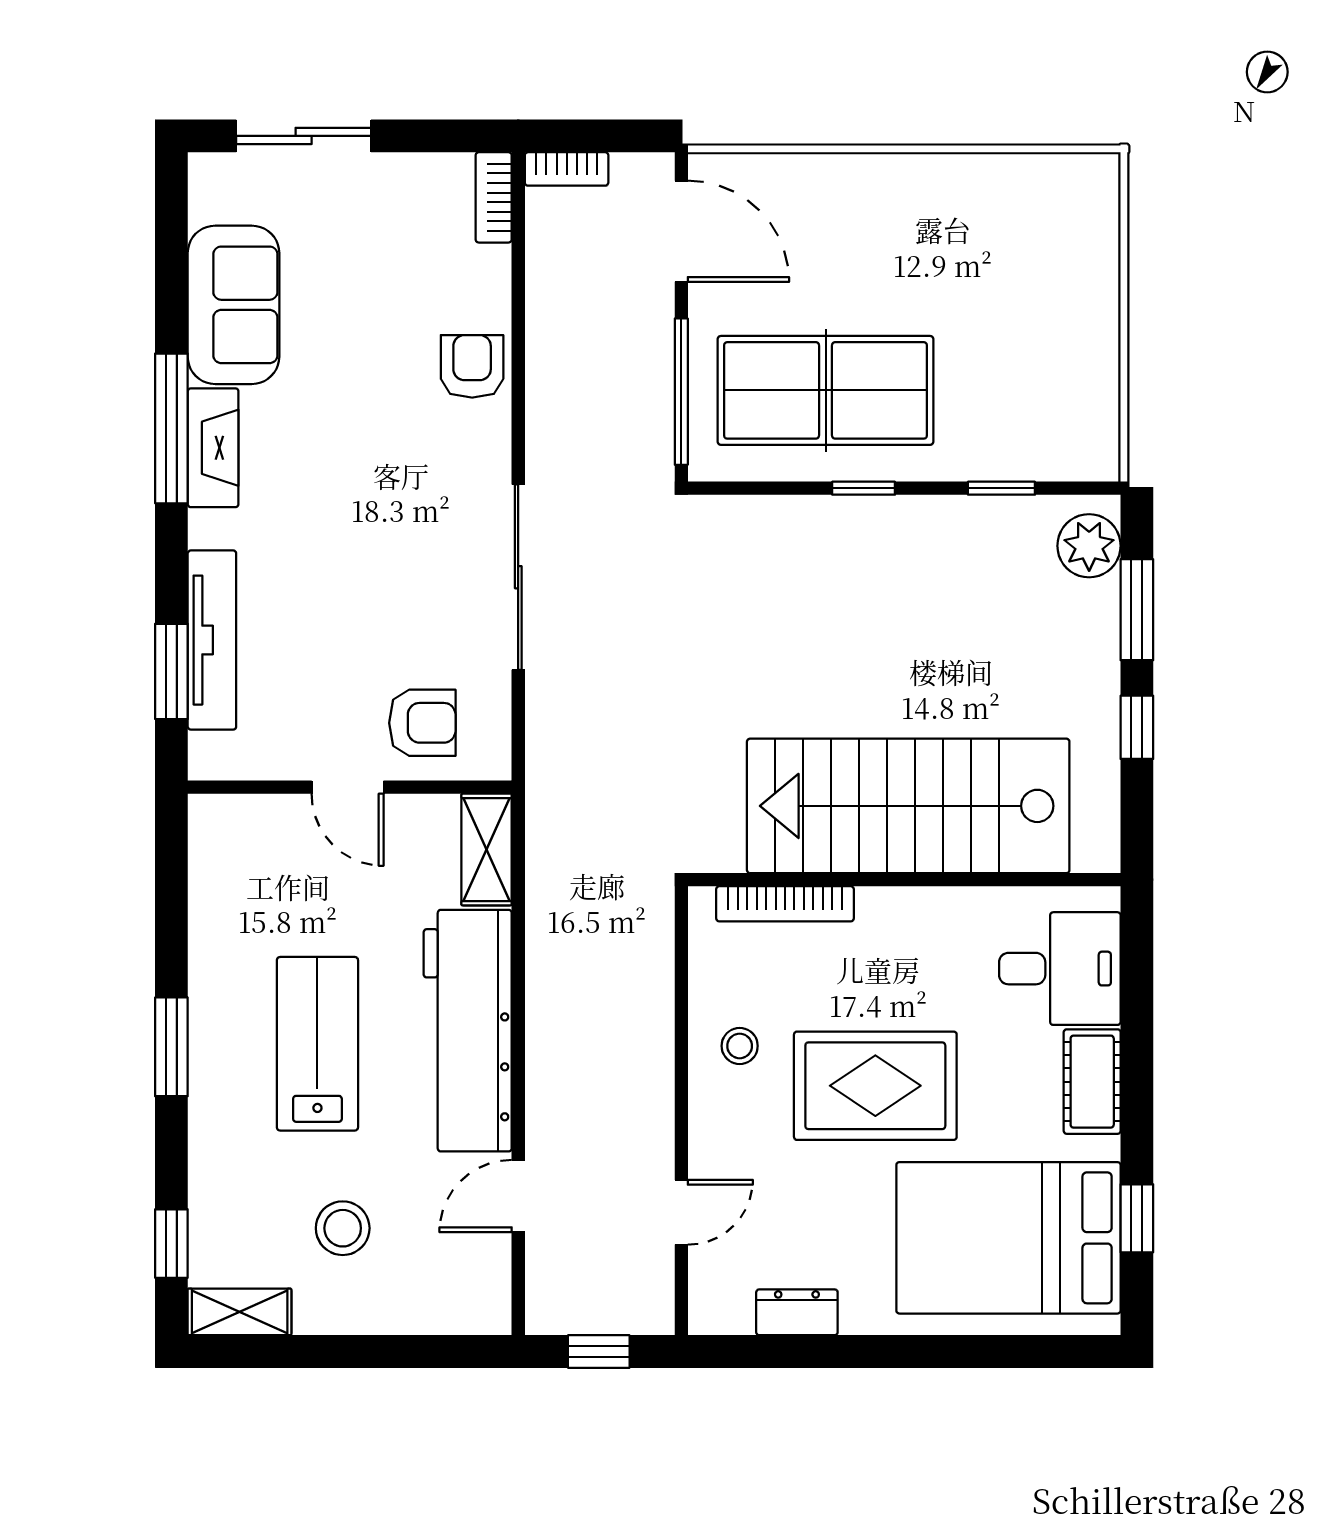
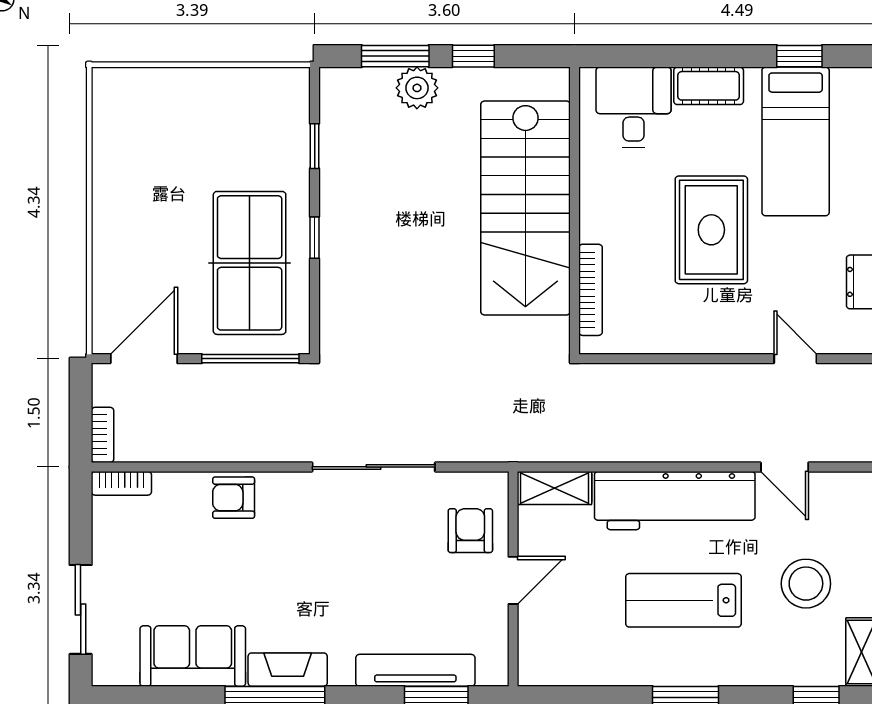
plant: (1089, 546) -> (417, 88), moved
stool: (740, 1046) -> (685, 320), removed
stool: (343, 1228) -> (806, 584), width x1.38, depth x1.38
bed: (1008, 1238) -> (796, 141), width x0.67

